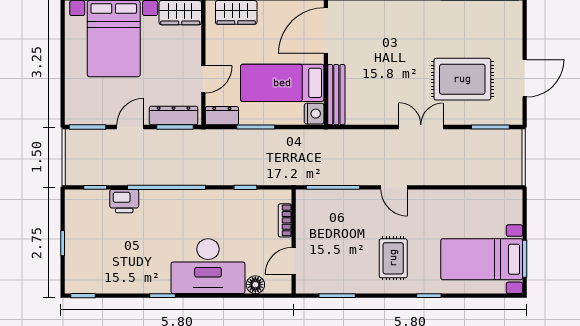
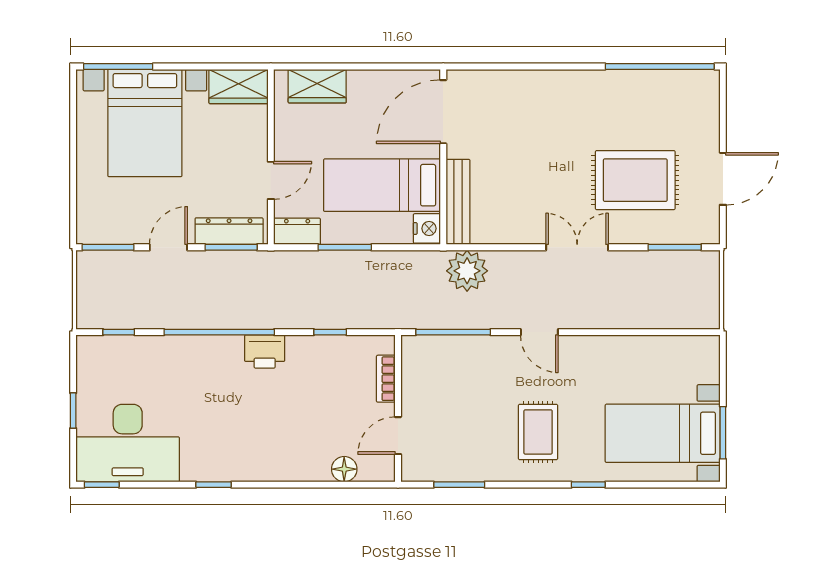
plant: (343, 144) -> (467, 271), added
printer: (124, 201) -> (265, 352), moved
desk: (208, 266) -> (128, 443), moved

